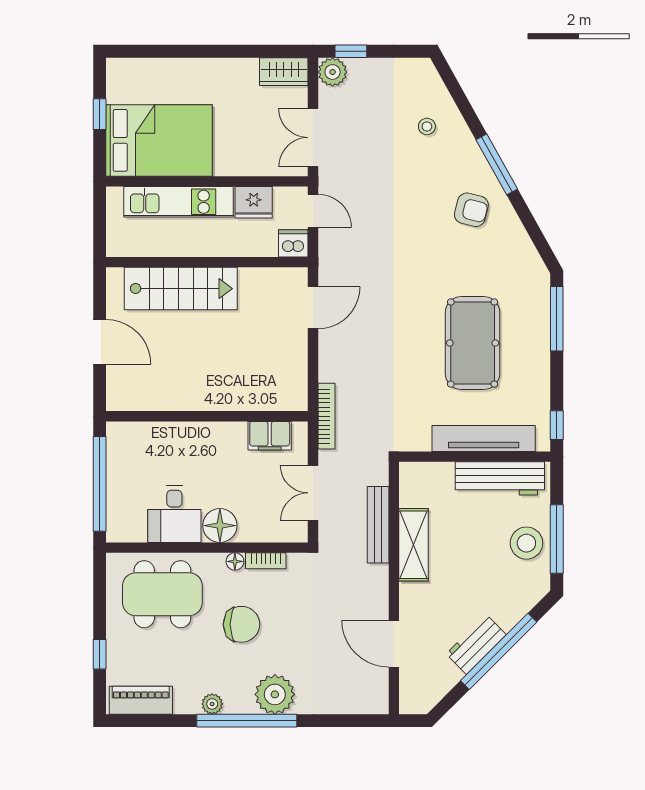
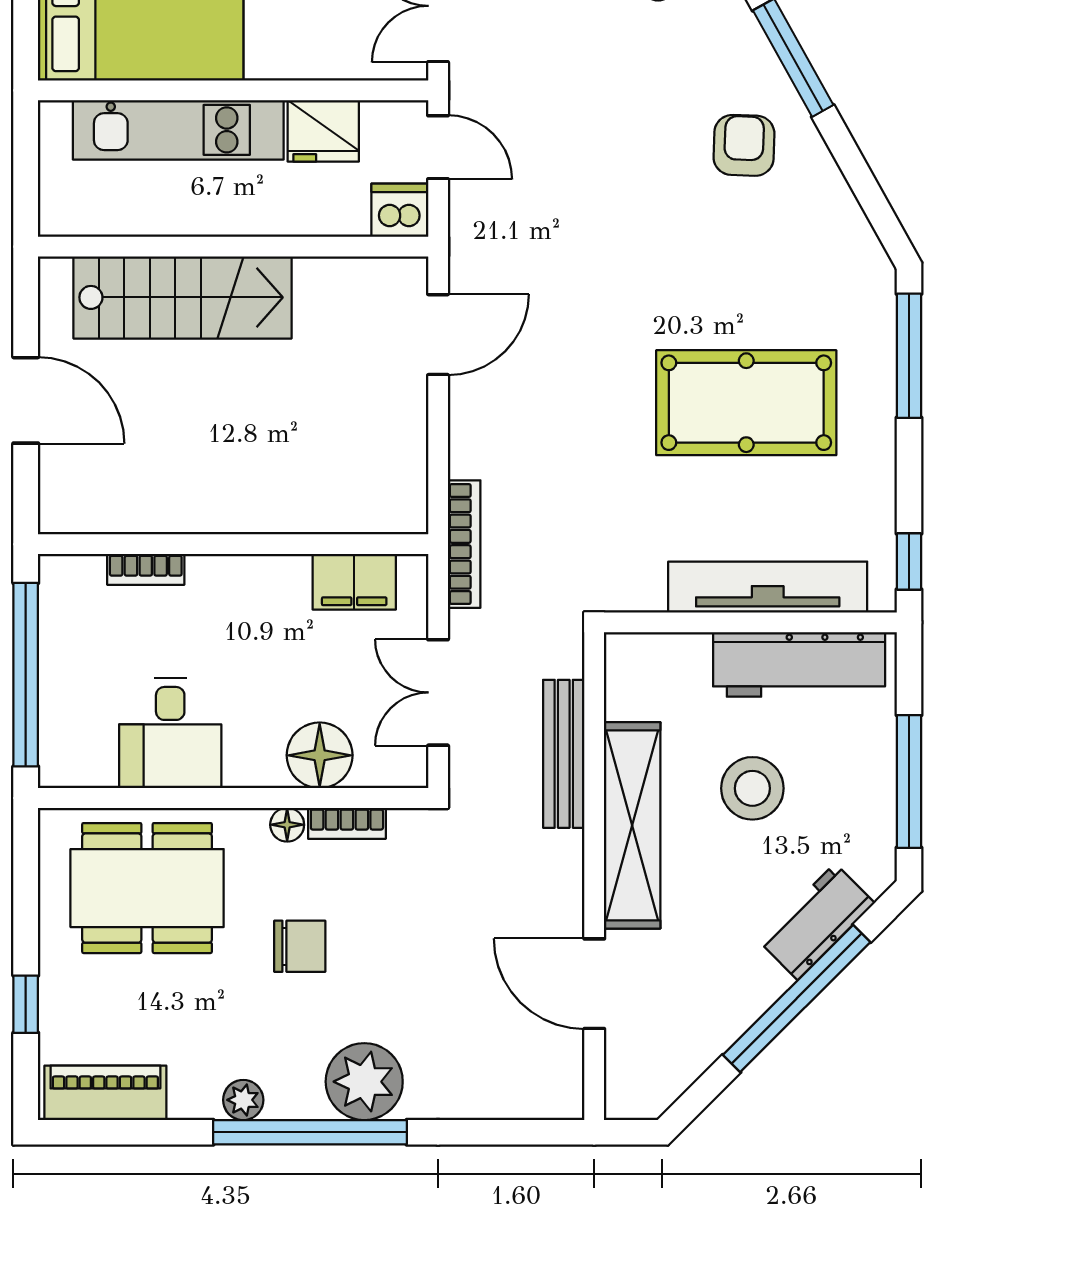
armchair: (471, 210) -> (744, 145), turned -102
pool table: (473, 343) -> (746, 403), turned 90
bookcase: (162, 429) -> (146, 569), added
floor lamp: (220, 526) -> (320, 755), moved
stool: (526, 543) -> (752, 788), moved
shelving: (414, 545) -> (632, 825), width x1.47
chair: (241, 624) -> (300, 946), width x0.73, depth x0.73
workbench: (476, 644) -> (816, 922), moved

